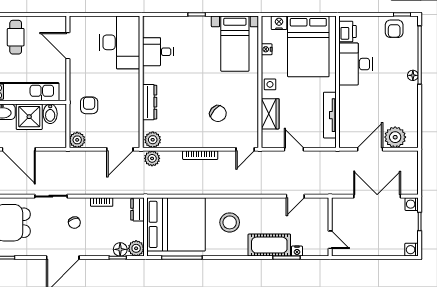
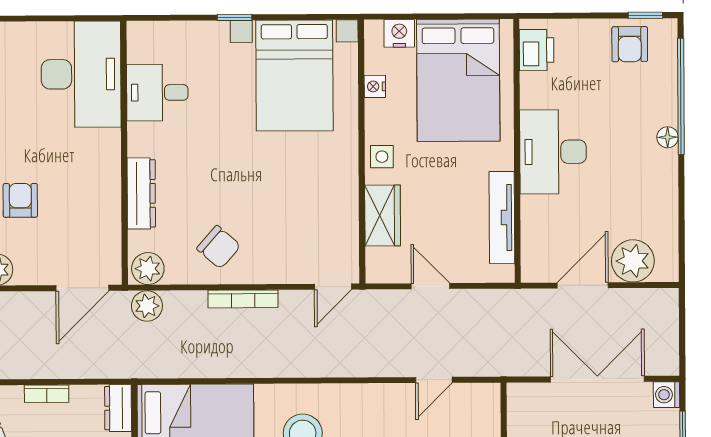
bed with nightstands: (235, 44) -> (294, 76), width x1.36
desk: (356, 64) -> (553, 152), moved
chair: (218, 113) -> (219, 247), moved

